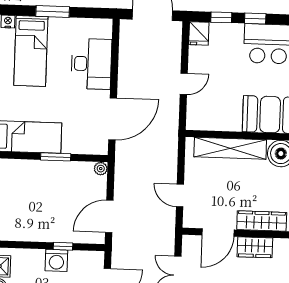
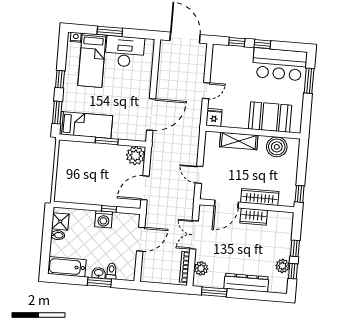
fridge: (199, 33) -> (214, 117), moved, turned 180
desk: (91, 64) -> (125, 51), moved, turned -90
shelving: (230, 148) -> (239, 141), width x0.68
plant: (101, 169) -> (136, 156), width x1.87, depth x1.87

